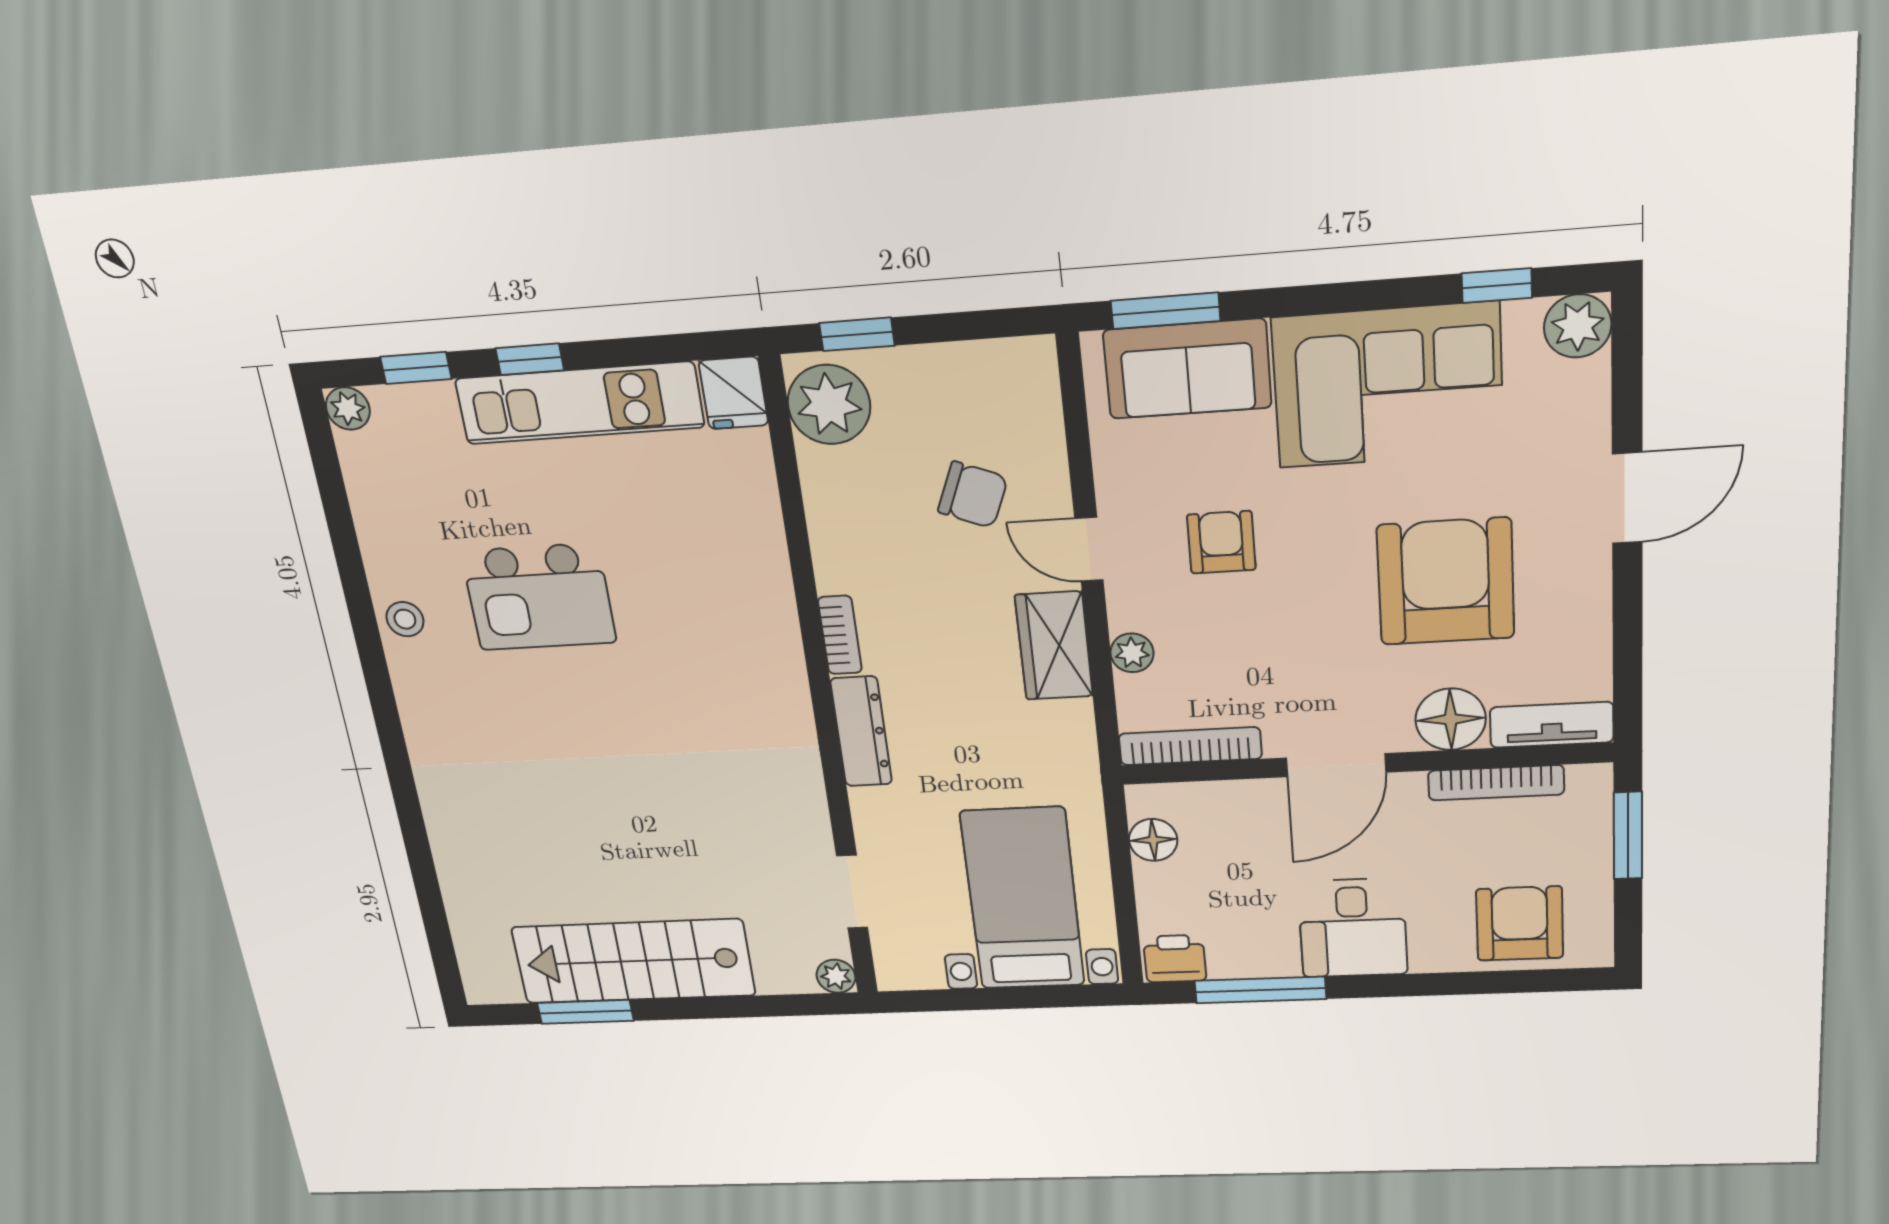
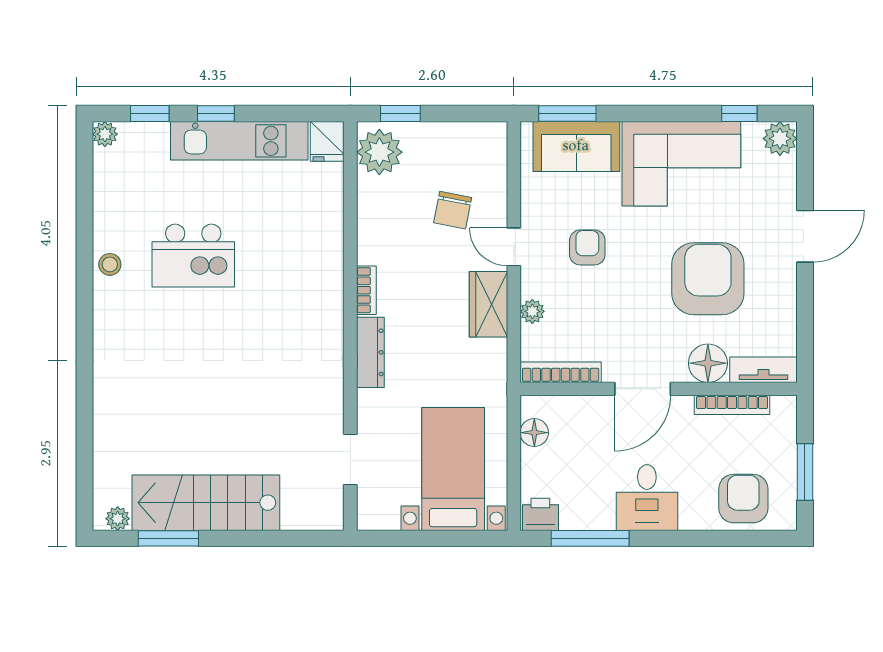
chair: (973, 495) -> (453, 210), turned 79
window: (1628, 836) -> (805, 472), moved
plant: (836, 976) -> (118, 519), moved

